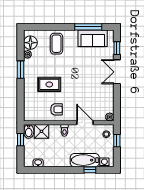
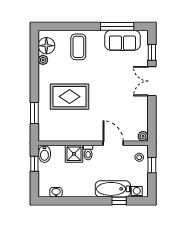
window: (20, 70) -> (34, 113), moved
rug: (49, 84) -> (70, 97), width x1.36, depth x1.43
armchair: (57, 109) -> (78, 127), removed
shower: (41, 131) -> (74, 154), moved

